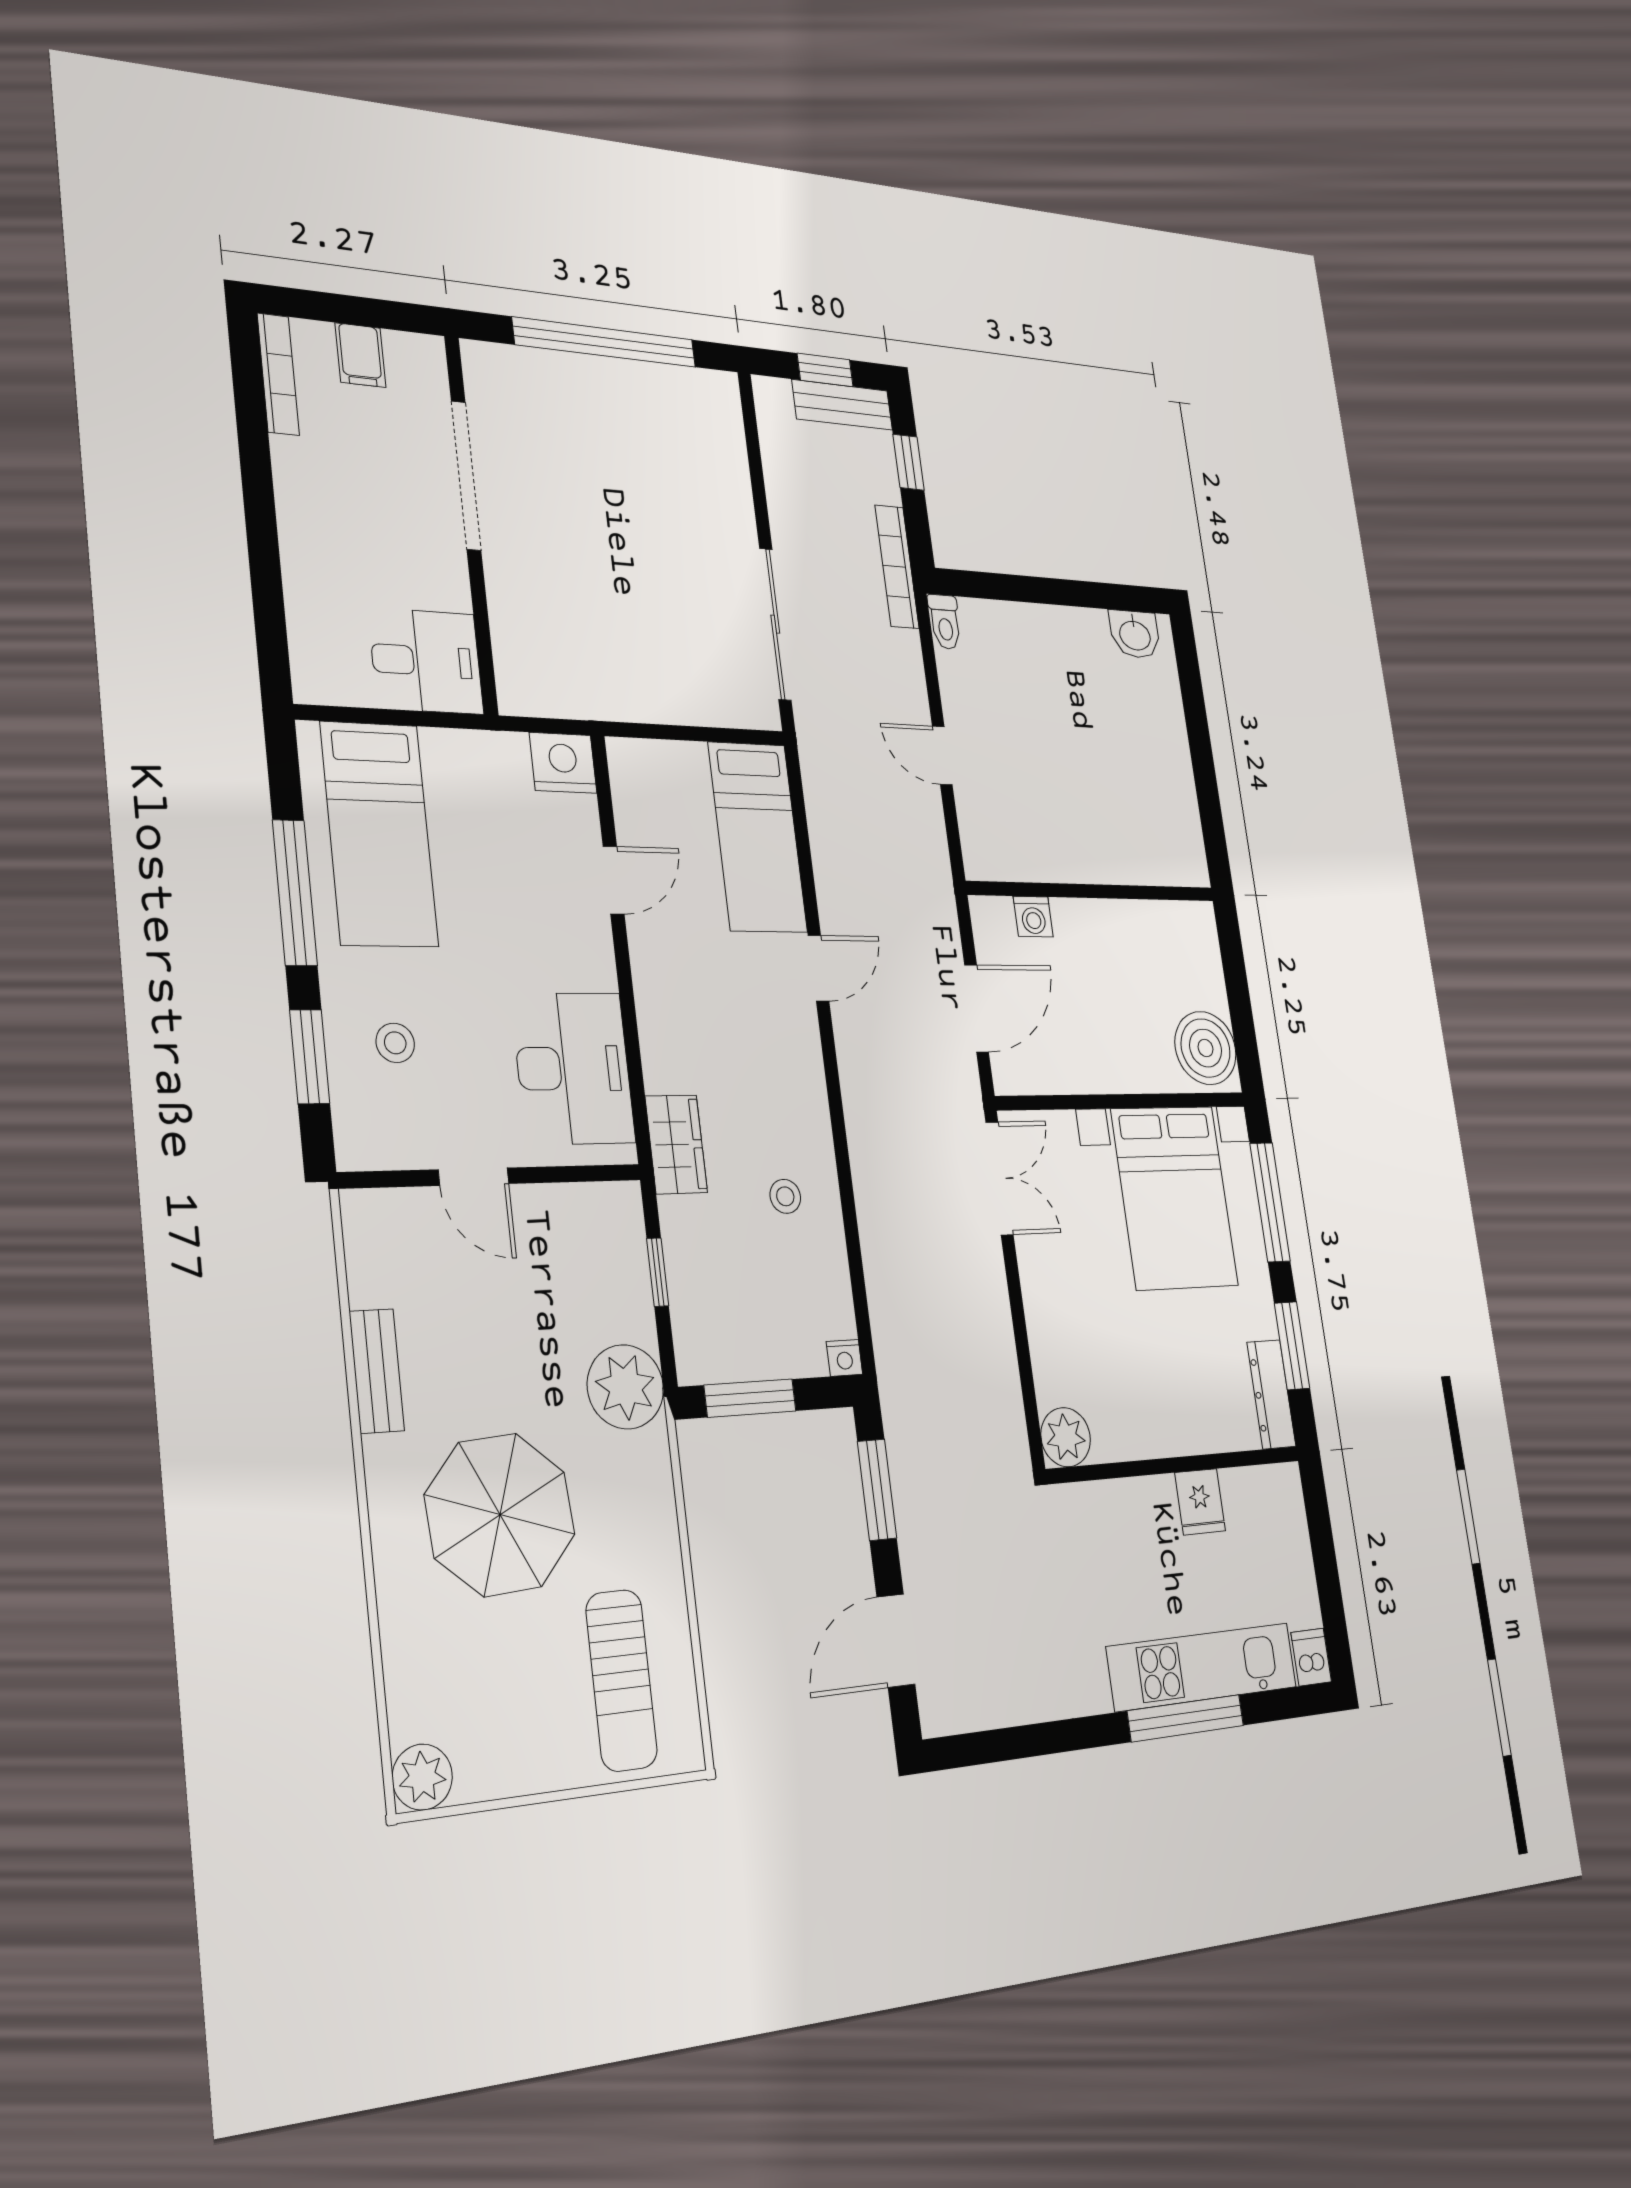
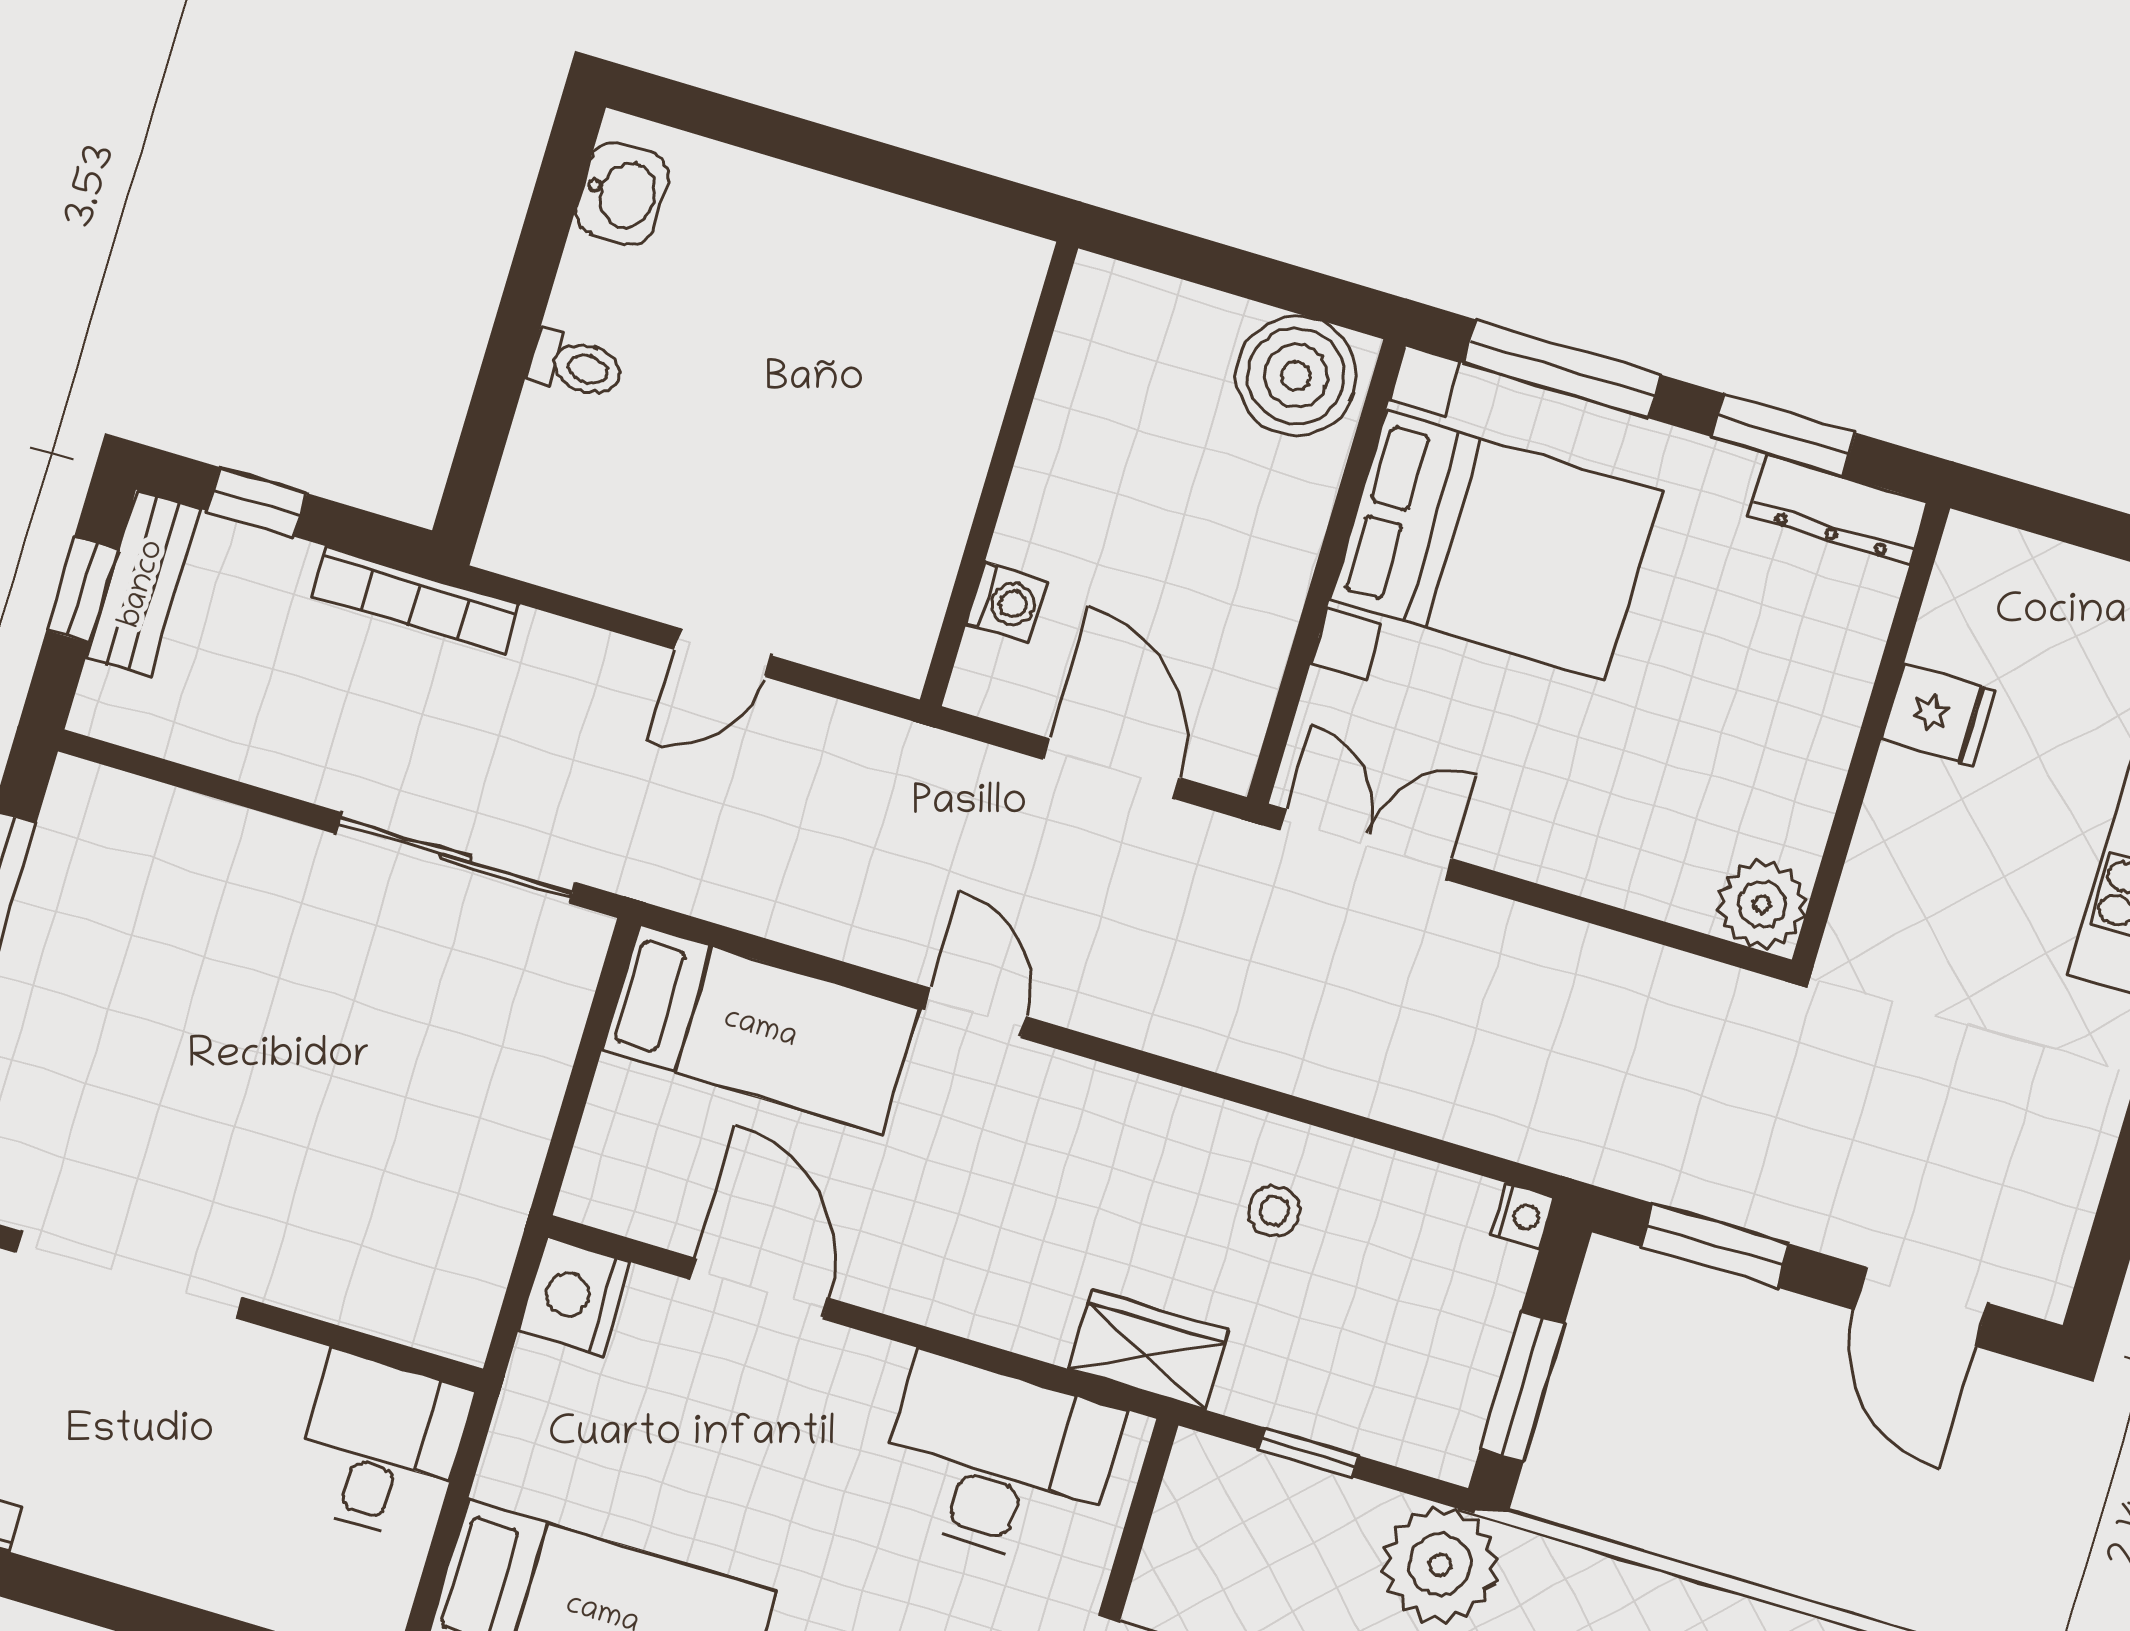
toilet: (945, 622) -> (576, 365), moved
door: (614, 880) -> (759, 1289), width x1.38

